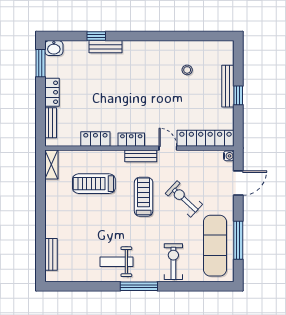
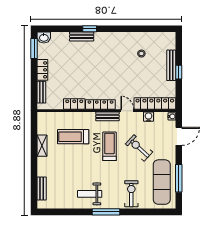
window: (96, 36) -> (90, 29), moved
locker: (131, 140) -> (100, 104), width x1.53
water cooler: (197, 156) -> (148, 117), added
shelving: (51, 165) -> (42, 146), moved

